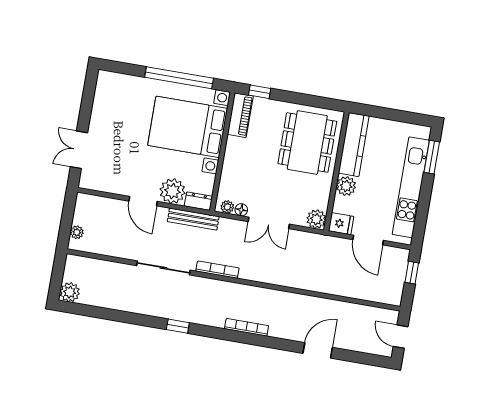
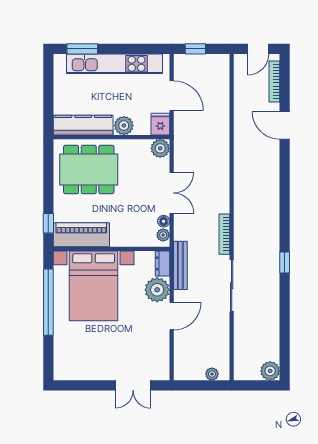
piano: (240, 115) -> (81, 235), width x1.37, depth x1.33
door: (368, 240) -> (172, 96), hinge flipped
bookcase: (247, 327) -> (274, 81), moved

